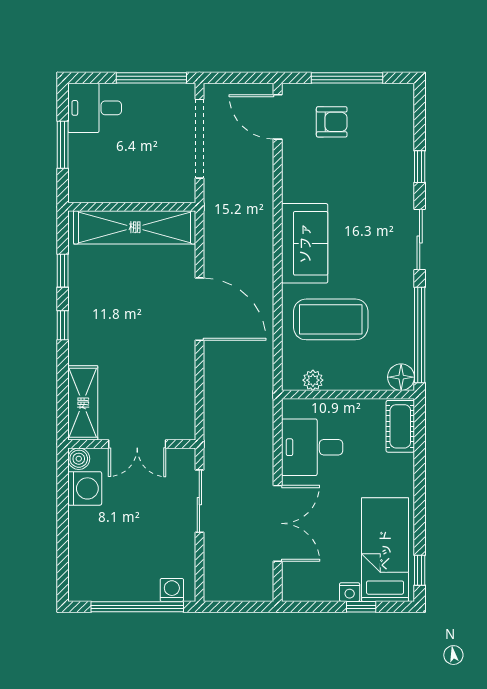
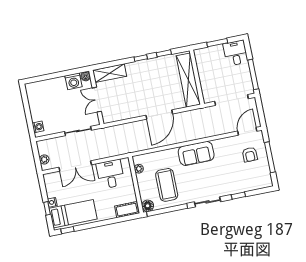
coffee table: (331, 319) -> (167, 185), moved
plant: (249, 591) -> (44, 159), added
window: (137, 607) -> (28, 114), removed

